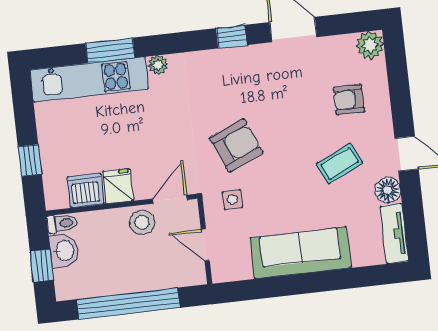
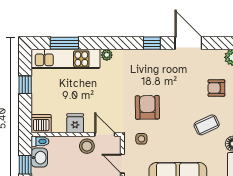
window: (110, 50) -> (64, 43), moved
armchair: (236, 145) -> (147, 107), turned -68
window: (30, 160) -> (25, 85), moved
dishwasher: (85, 191) -> (41, 124), moved
door: (170, 199) -> (105, 134), hinge flipped

